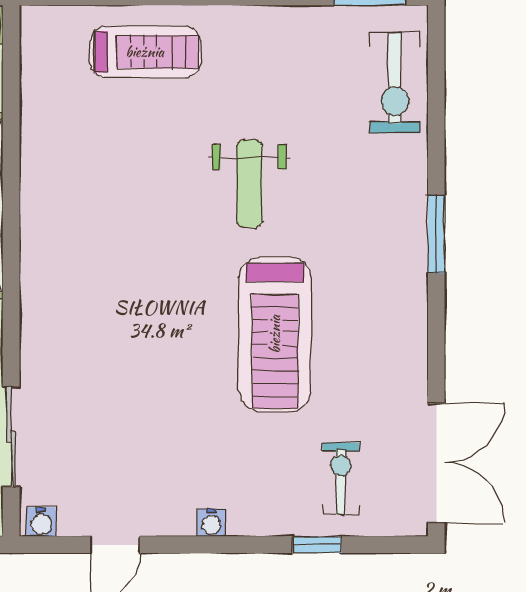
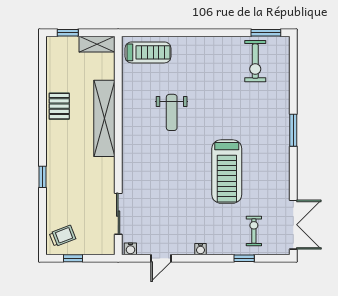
treadmill: (145, 52) -> (148, 52), moved
exercise bike: (395, 83) -> (255, 61), moved
weight bench: (249, 183) -> (172, 112), moved

